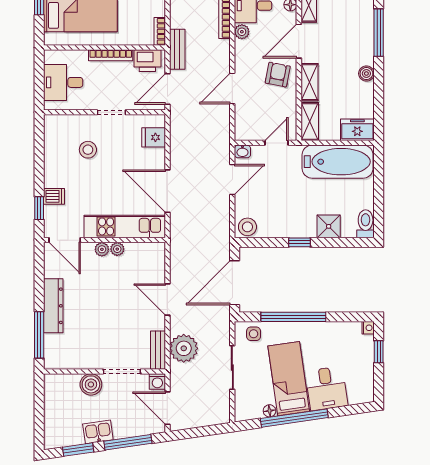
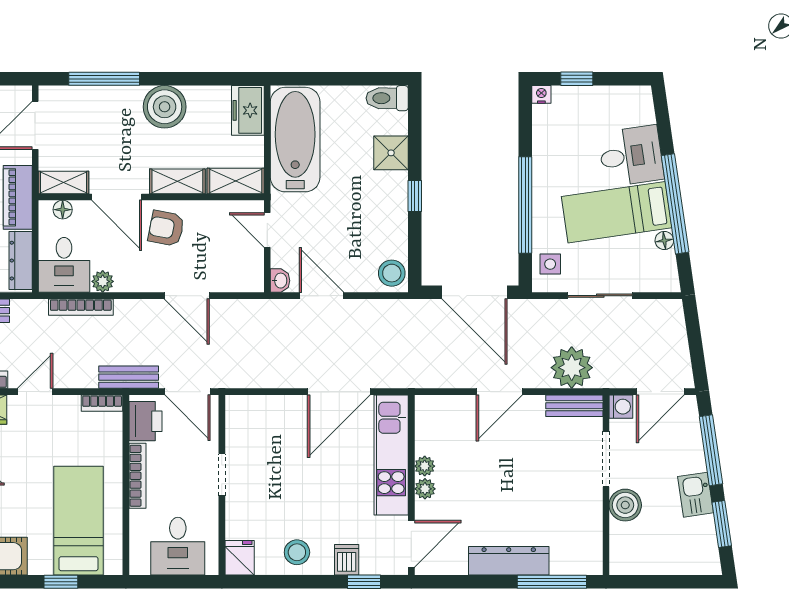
boiler: (366, 74) -> (165, 107), width x1.86, depth x1.86
fridge: (154, 137) -> (240, 558), moved, turned 180
stool: (88, 150) -> (297, 552), moved

